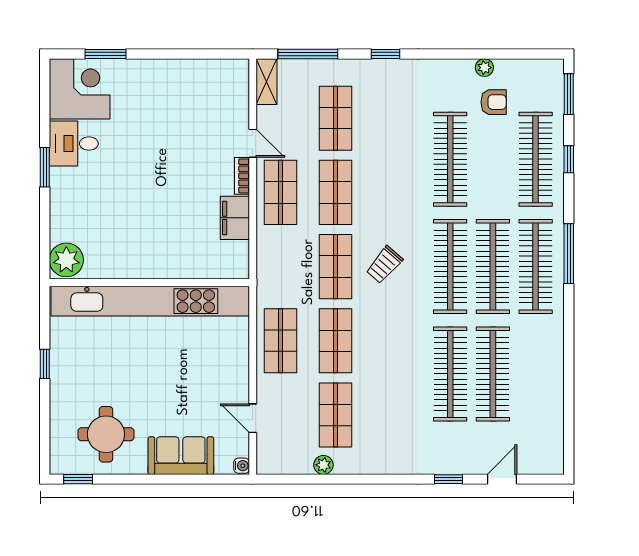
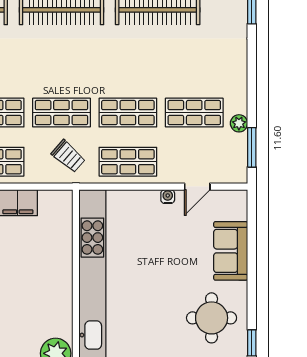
trolley: (384, 265) -> (68, 156), moved
water cooler: (242, 466) -> (168, 197), moved
window: (297, 479) -> (252, 147), added

